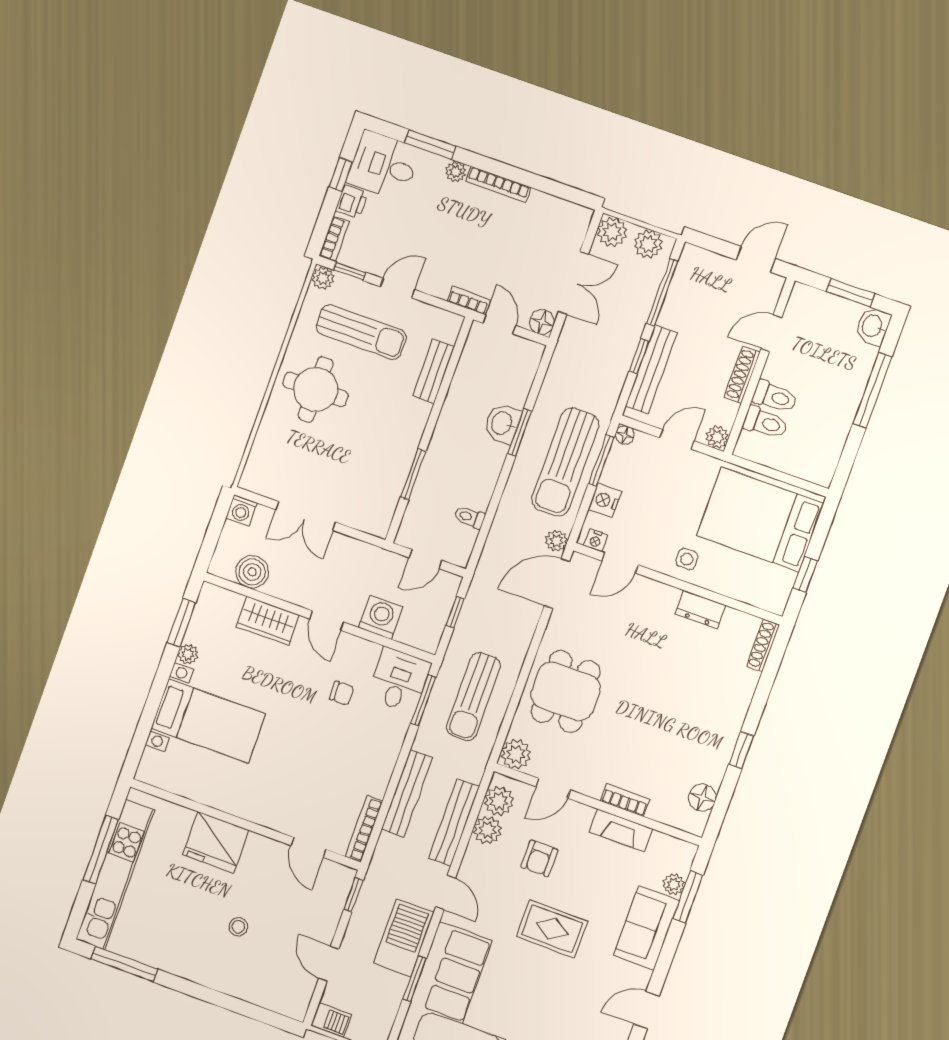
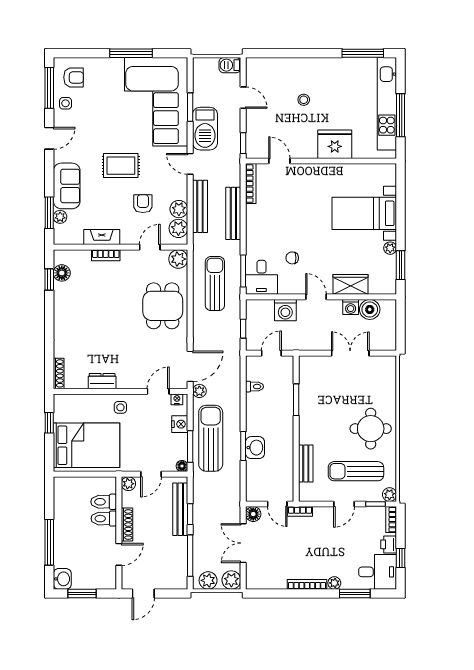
washing machine: (241, 510) -> (351, 307), moved, turned 180
window: (741, 750) -> (49, 280), moved

